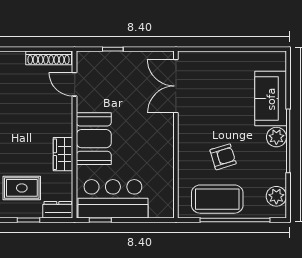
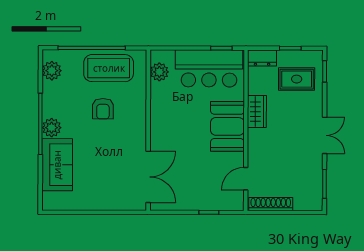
door: (75, 84) -> (246, 179), swing flipped
armchair: (223, 157) -> (103, 109), turned -73
plant: (165, 195) -> (159, 72), added

